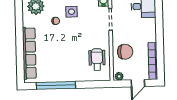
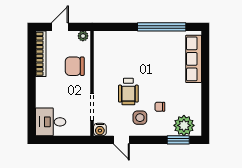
row of seats: (29, 53) -> (194, 59), width x0.73
wheelchair: (97, 59) -> (128, 91), moved

